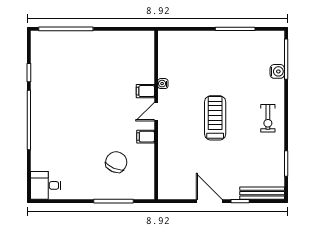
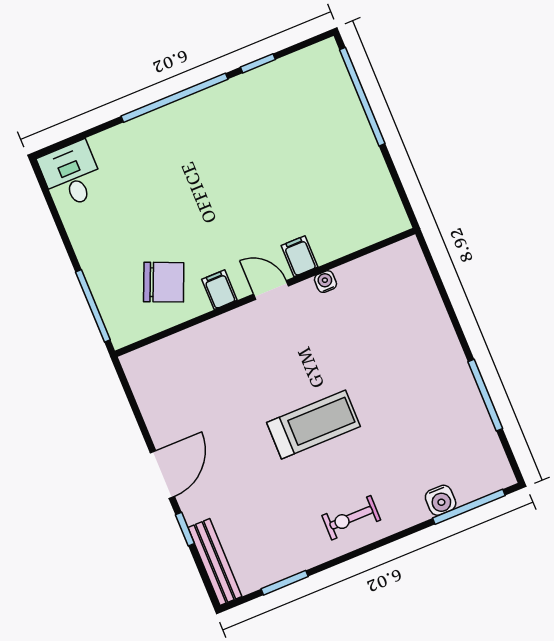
water cooler: (163, 84) -> (325, 282), moved
filing cabinet: (145, 91) -> (300, 256), moved
door: (156, 112) -> (271, 290), moved
wall: (156, 115) -> (265, 292), moved
filing cabinet: (146, 137) -> (219, 290), moved

